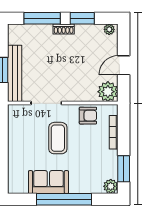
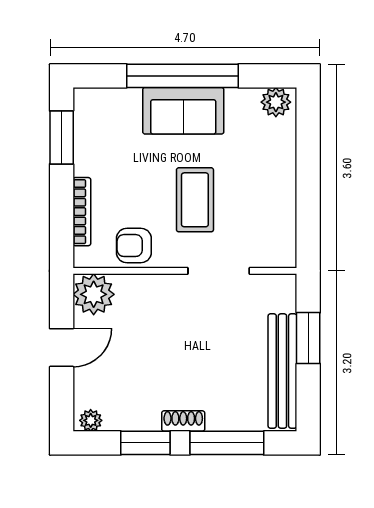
bench: (15, 73) -> (282, 371), moved
sofa: (48, 182) -> (183, 111), moved
plant: (111, 186) -> (276, 102), moved

